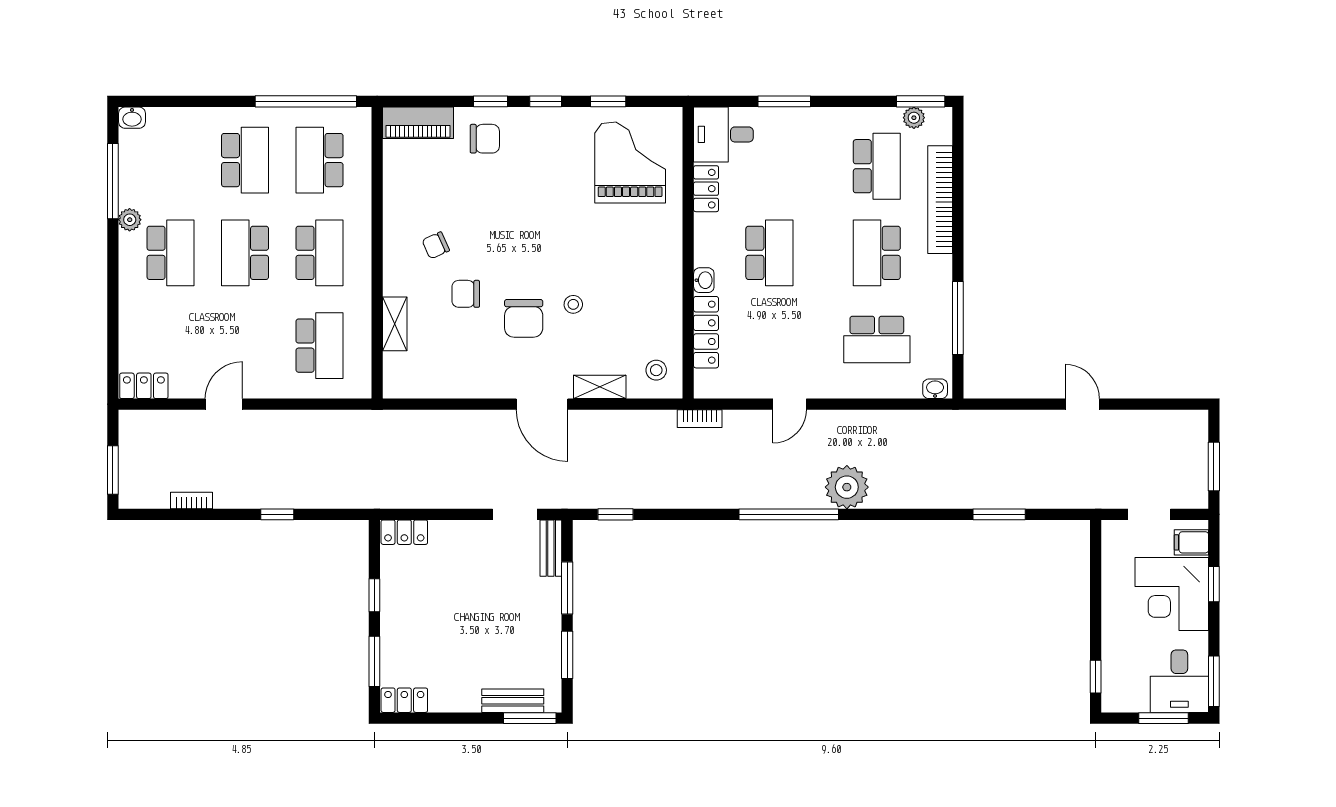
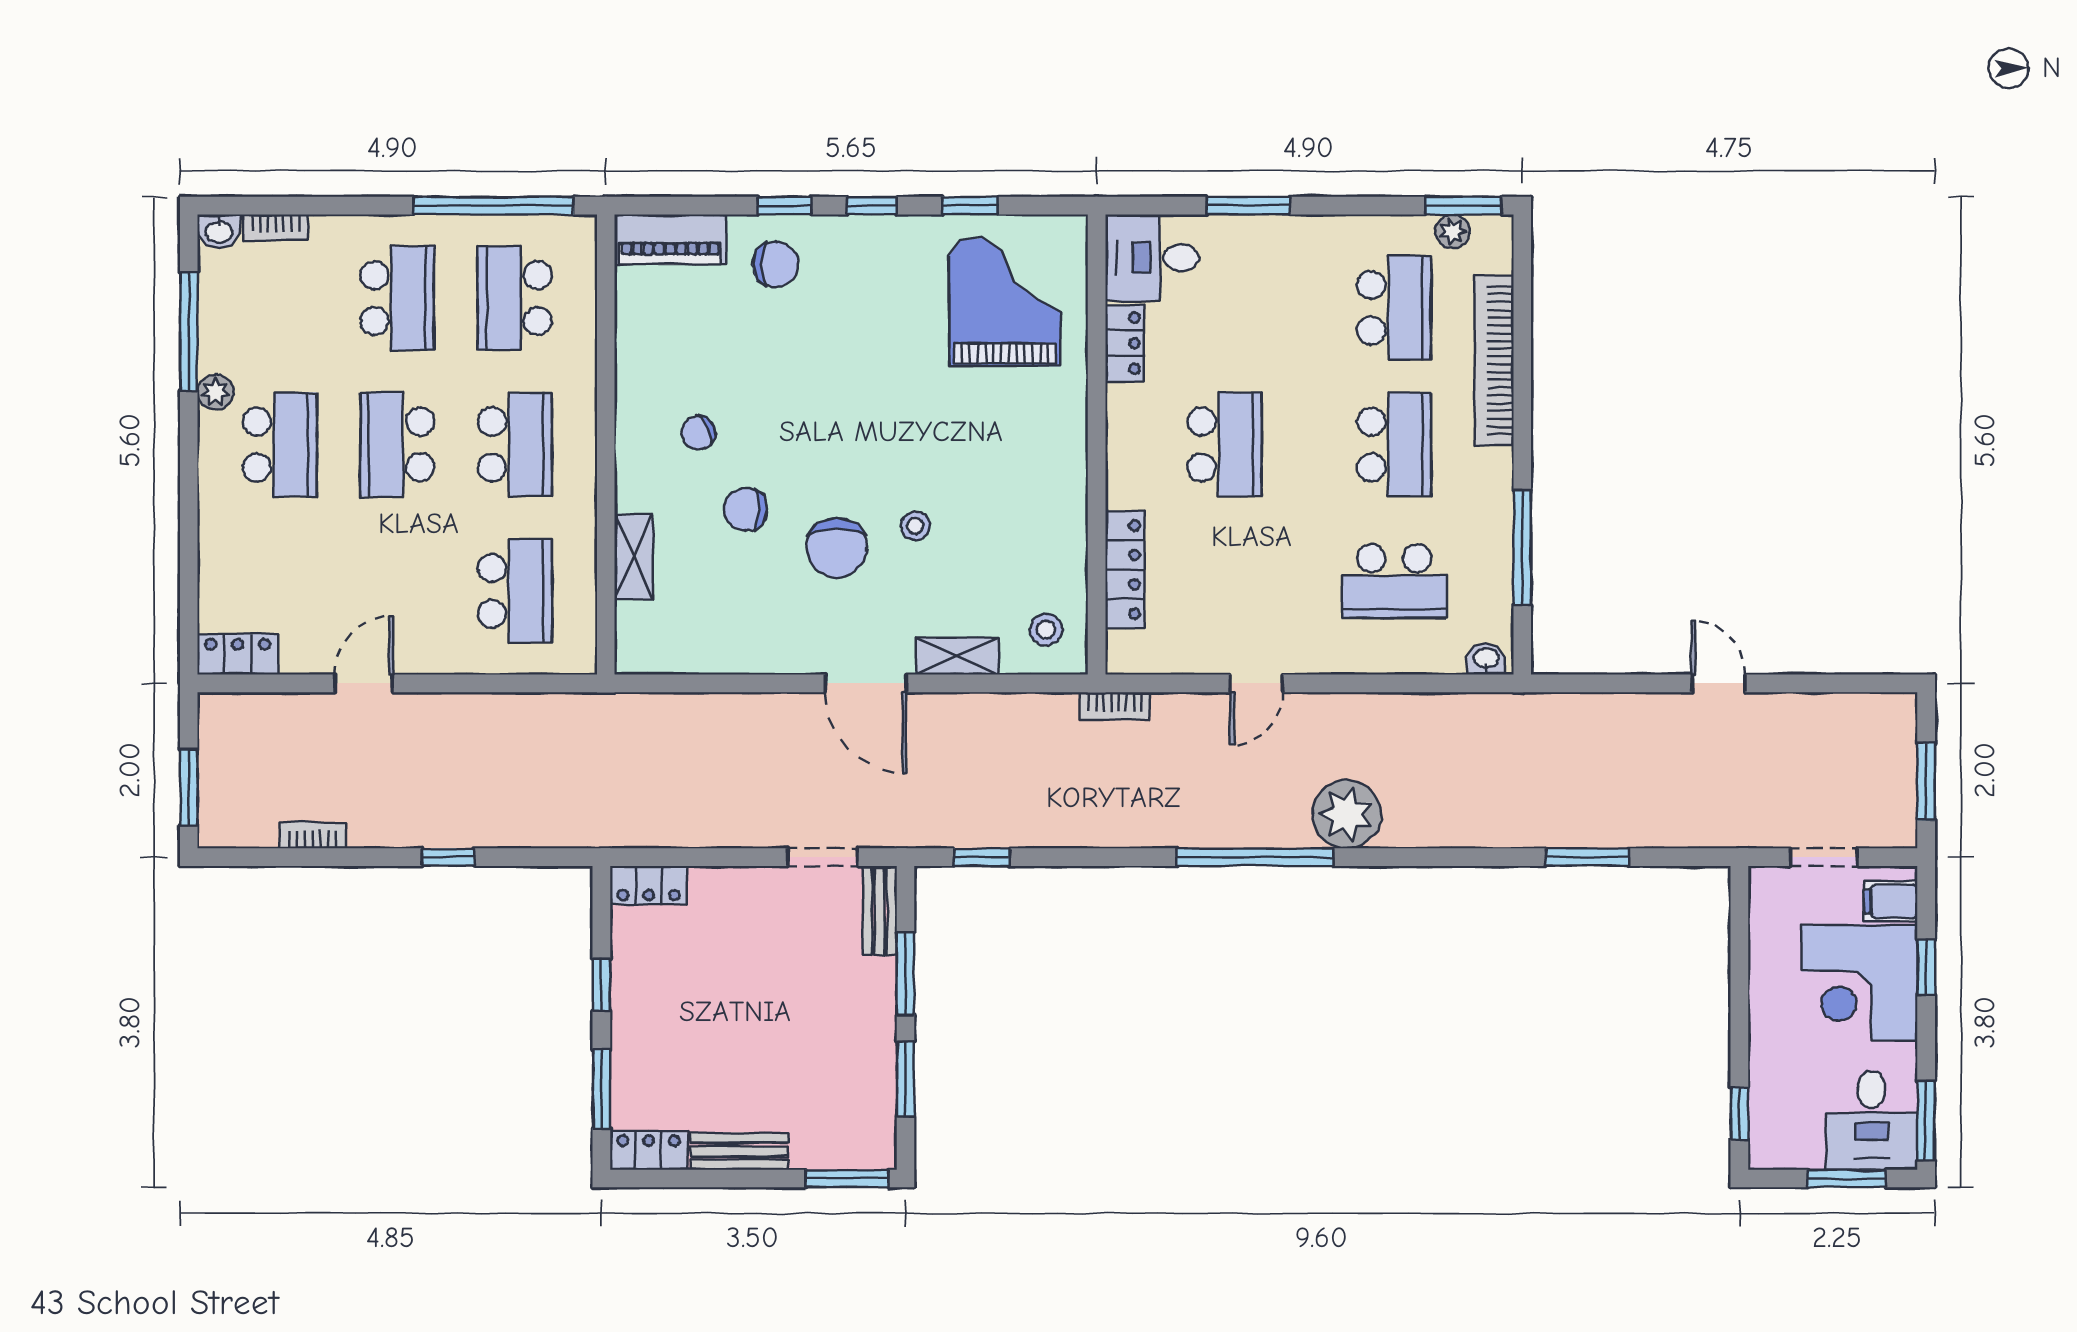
bookcase: (168, 115) -> (276, 227), added
school desk: (877, 253) -> (1394, 445), turned 180
washbasin: (704, 280) -> (1121, 488), removed
bench: (513, 701) -> (739, 1151), moved

